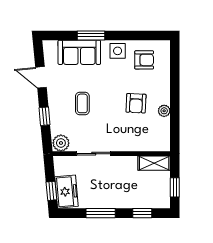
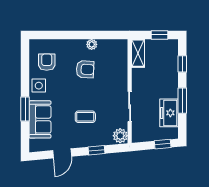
freezer: (66, 192) -> (169, 113), moved, turned -85

